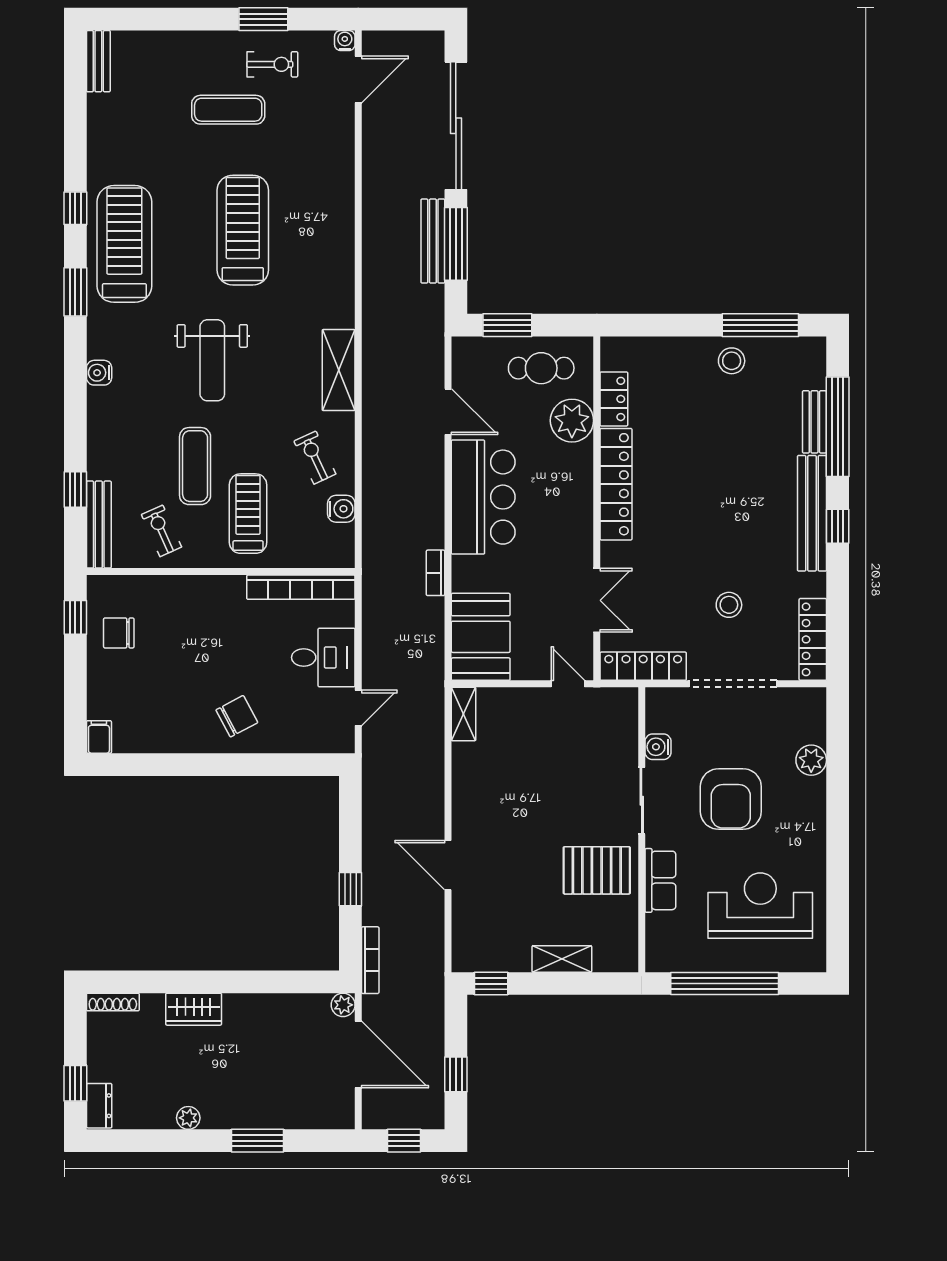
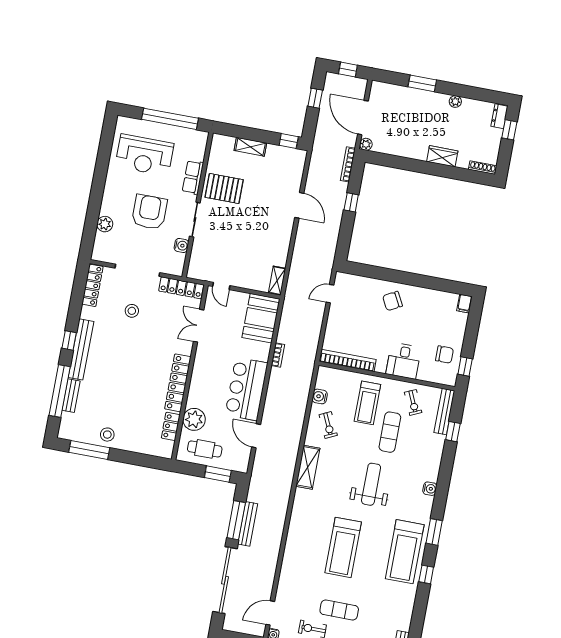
desk: (323, 657) -> (403, 361), moved, turned -90

